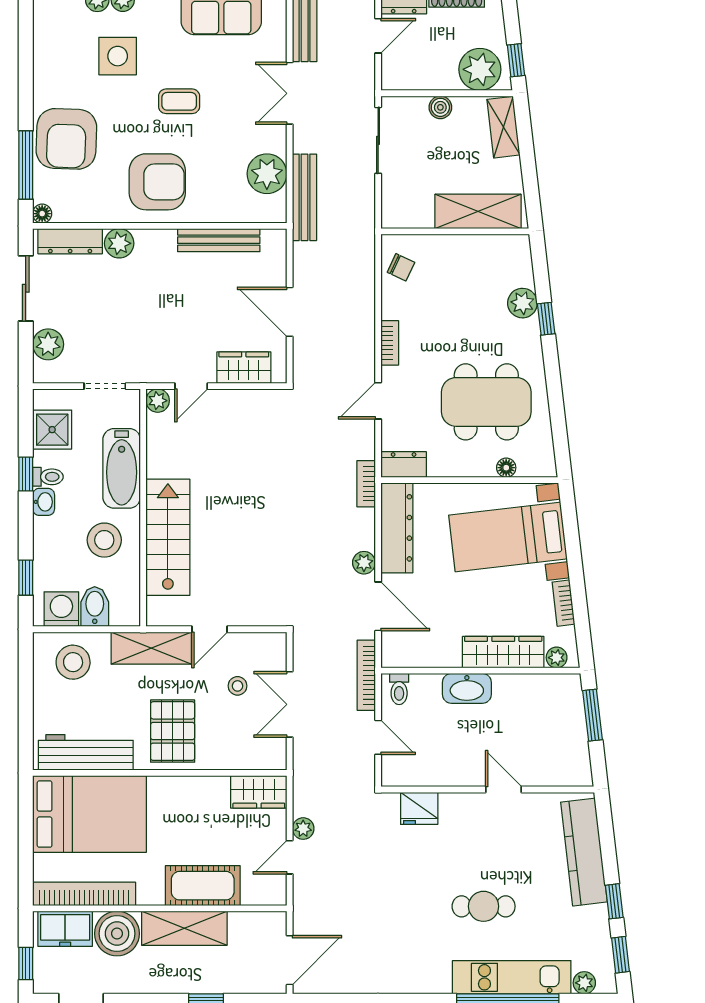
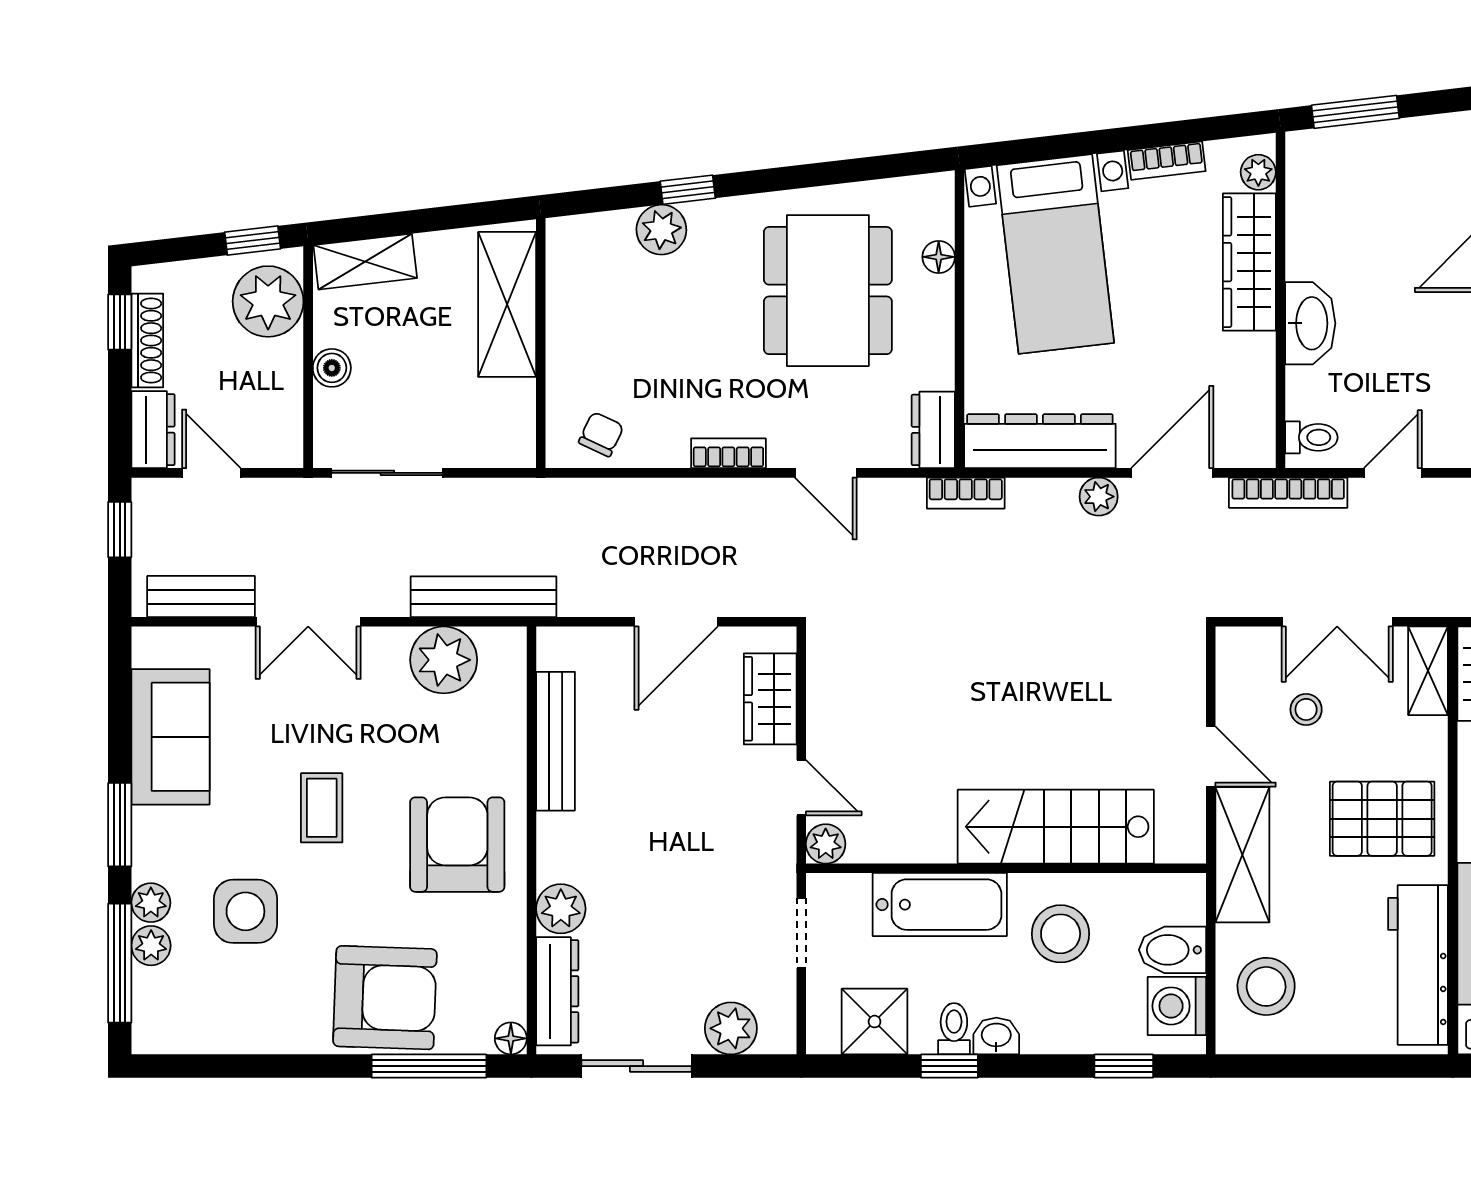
shelving: (261, 758) -> (1428, 671), added

